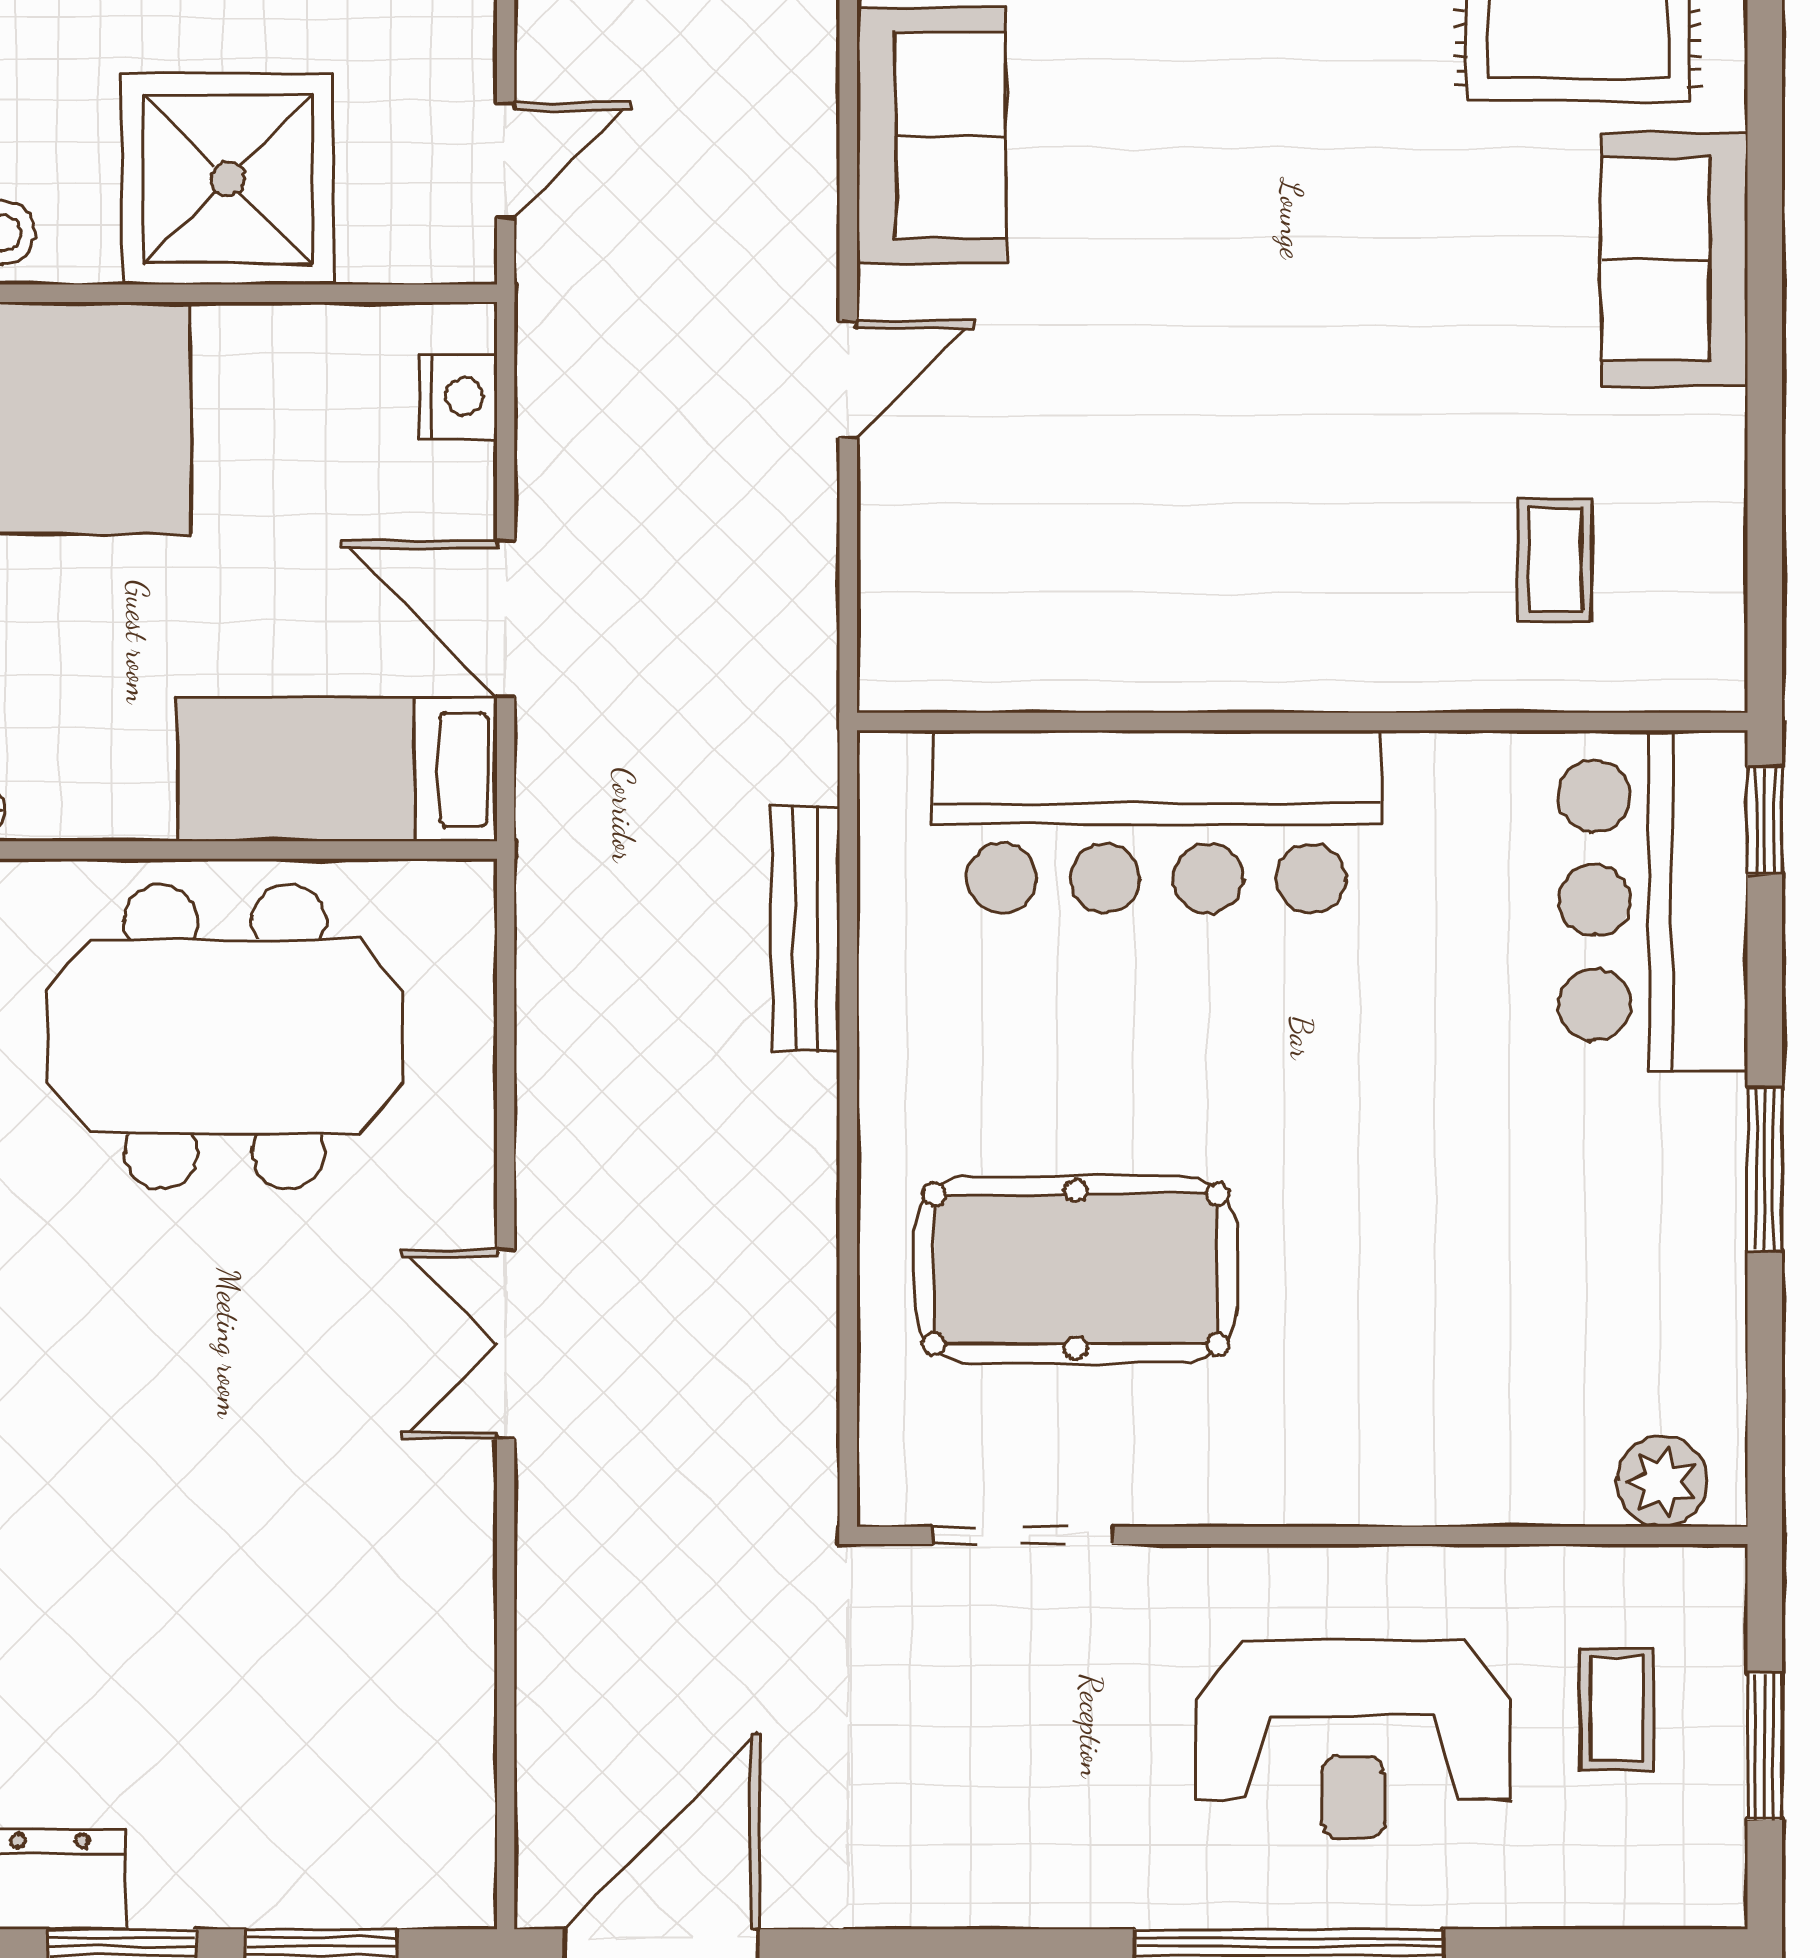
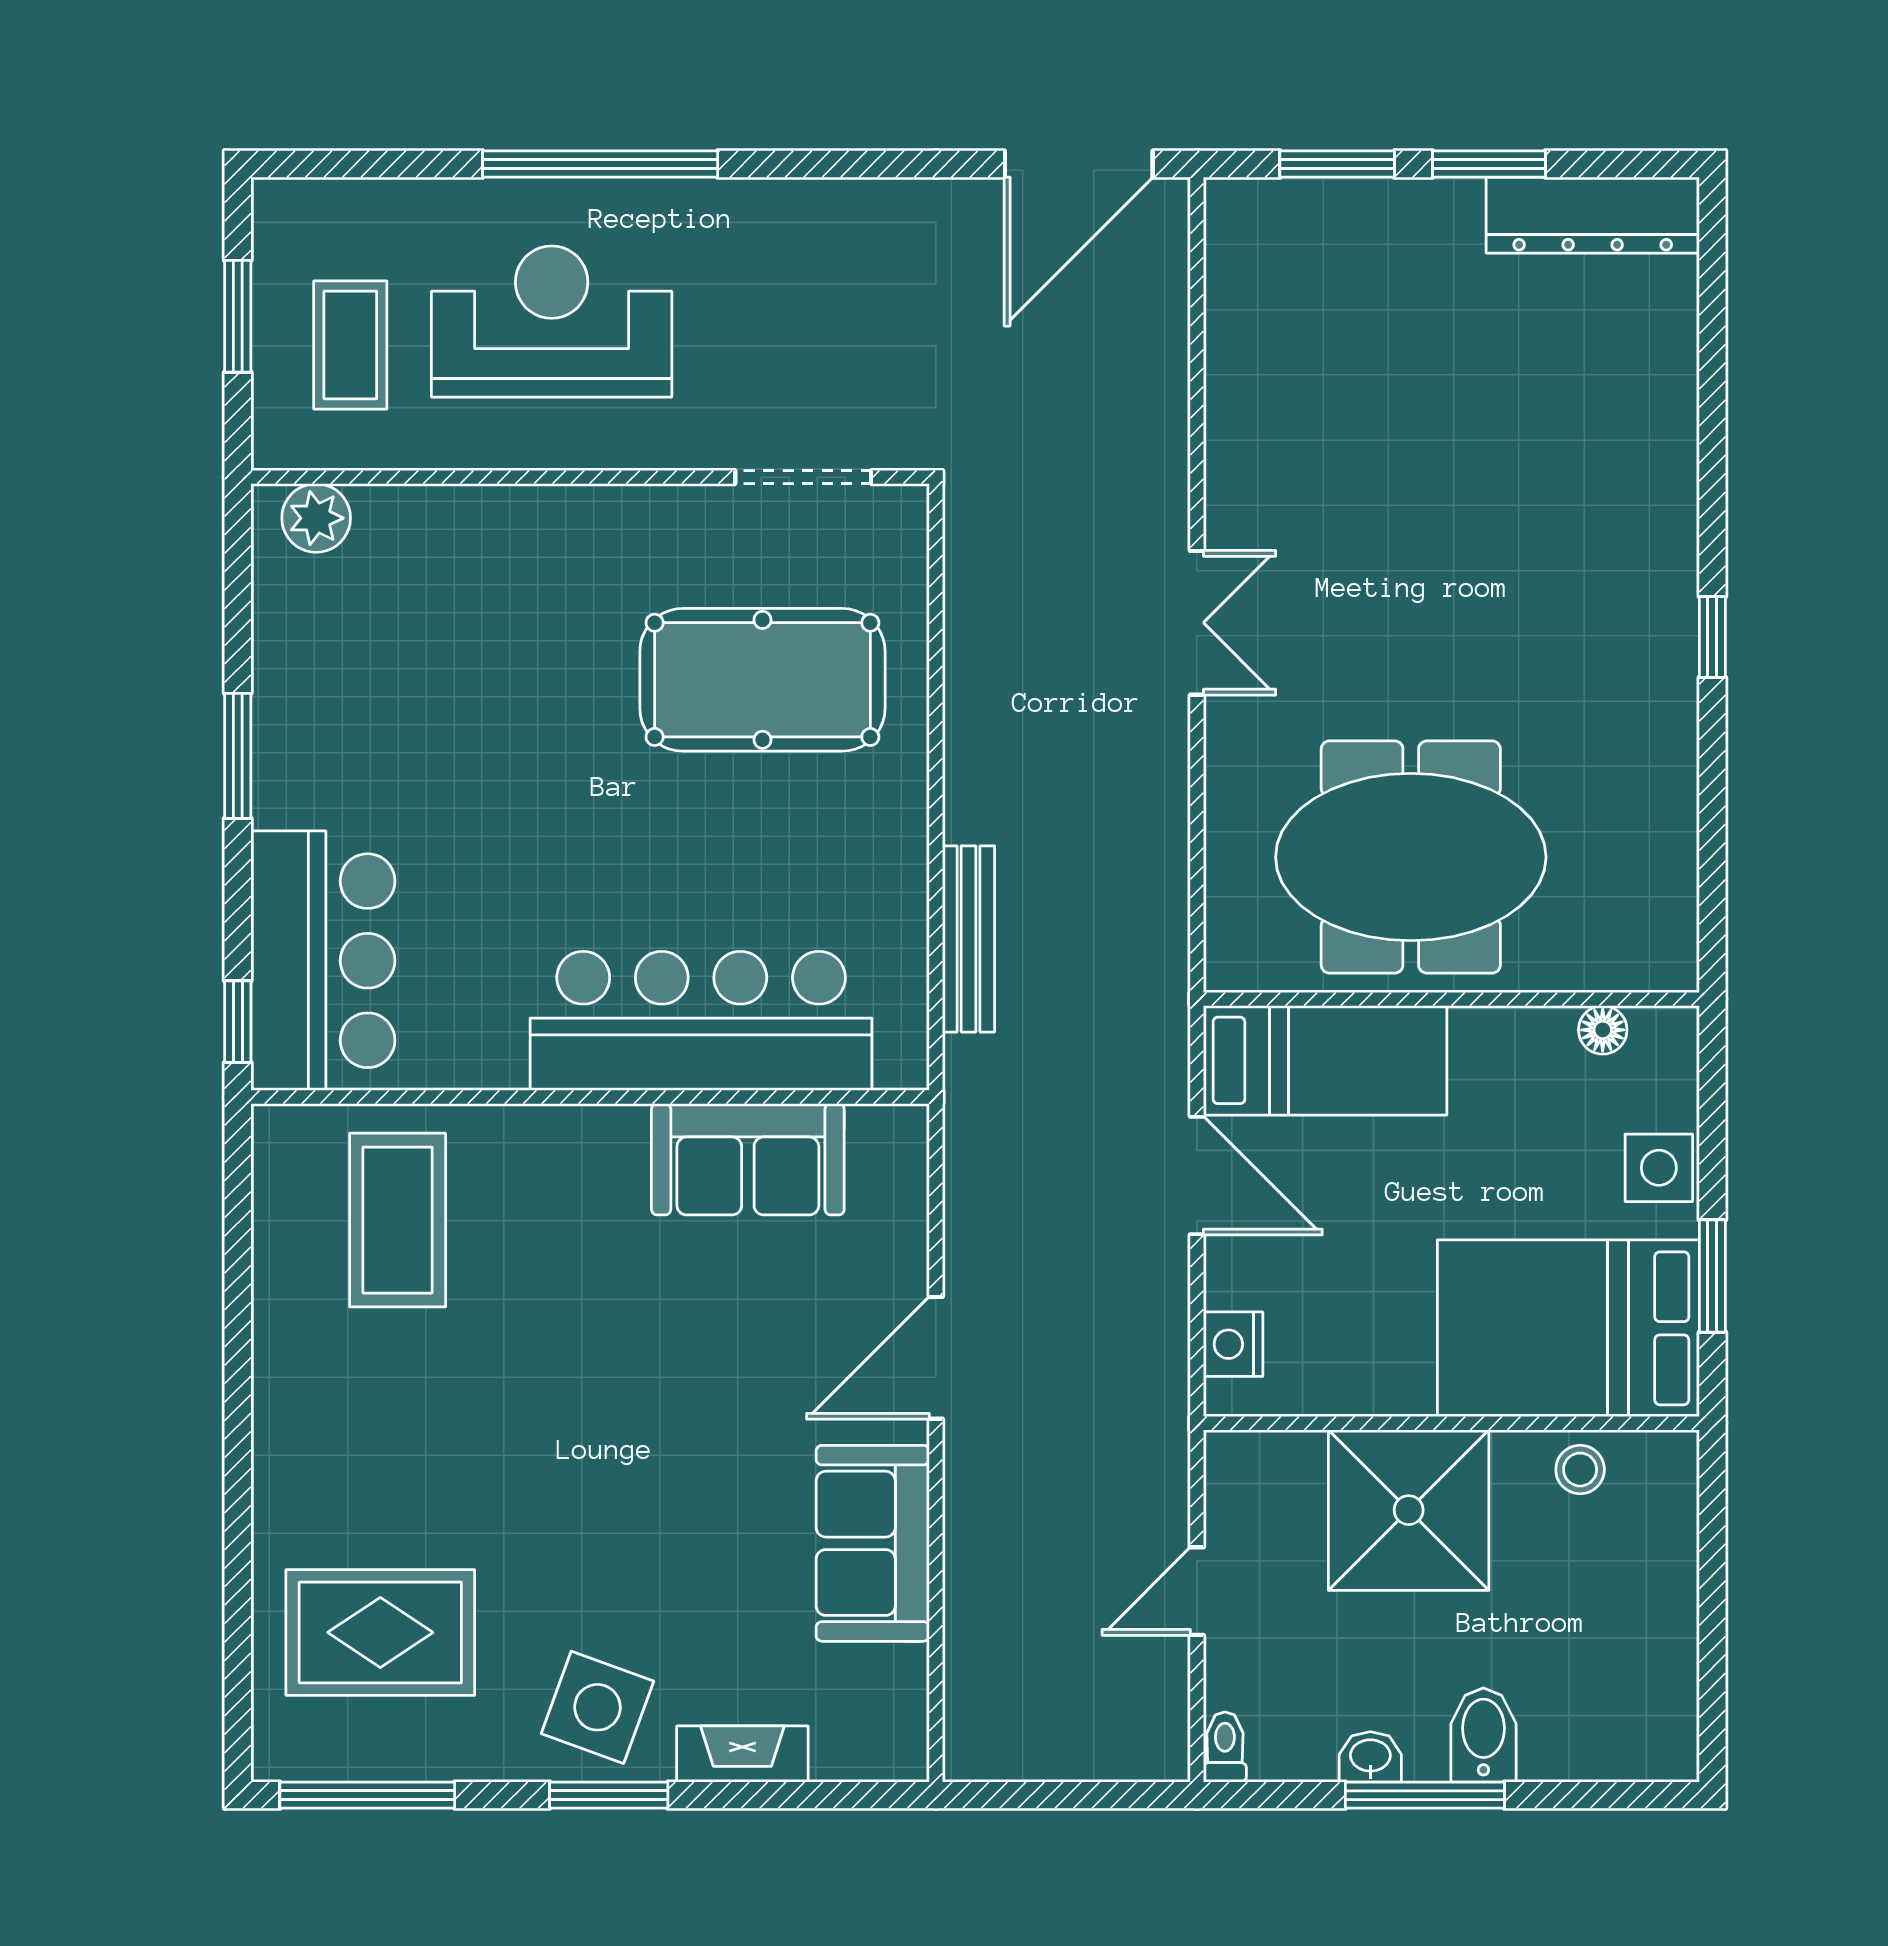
door: (506, 160) -> (1197, 1591), moved
sofa: (1675, 259) -> (748, 1159), moved, turned 90
door: (848, 379) -> (936, 1358), width x1.38
coffee table: (1555, 560) -> (398, 1220), width x1.86, depth x1.72
coffee table: (1617, 1709) -> (350, 345), width x1.36, depth x1.30

